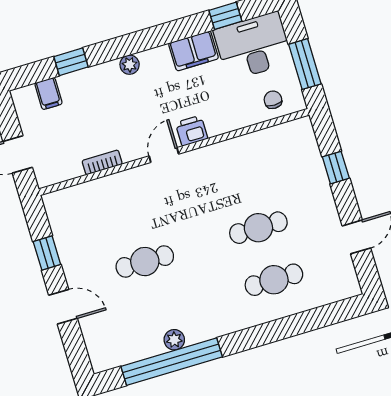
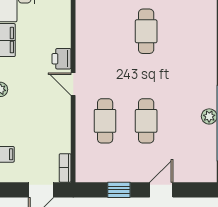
bookcase: (102, 162) -> (65, 168), moved
cafe table: (274, 280) -> (105, 121), moved

